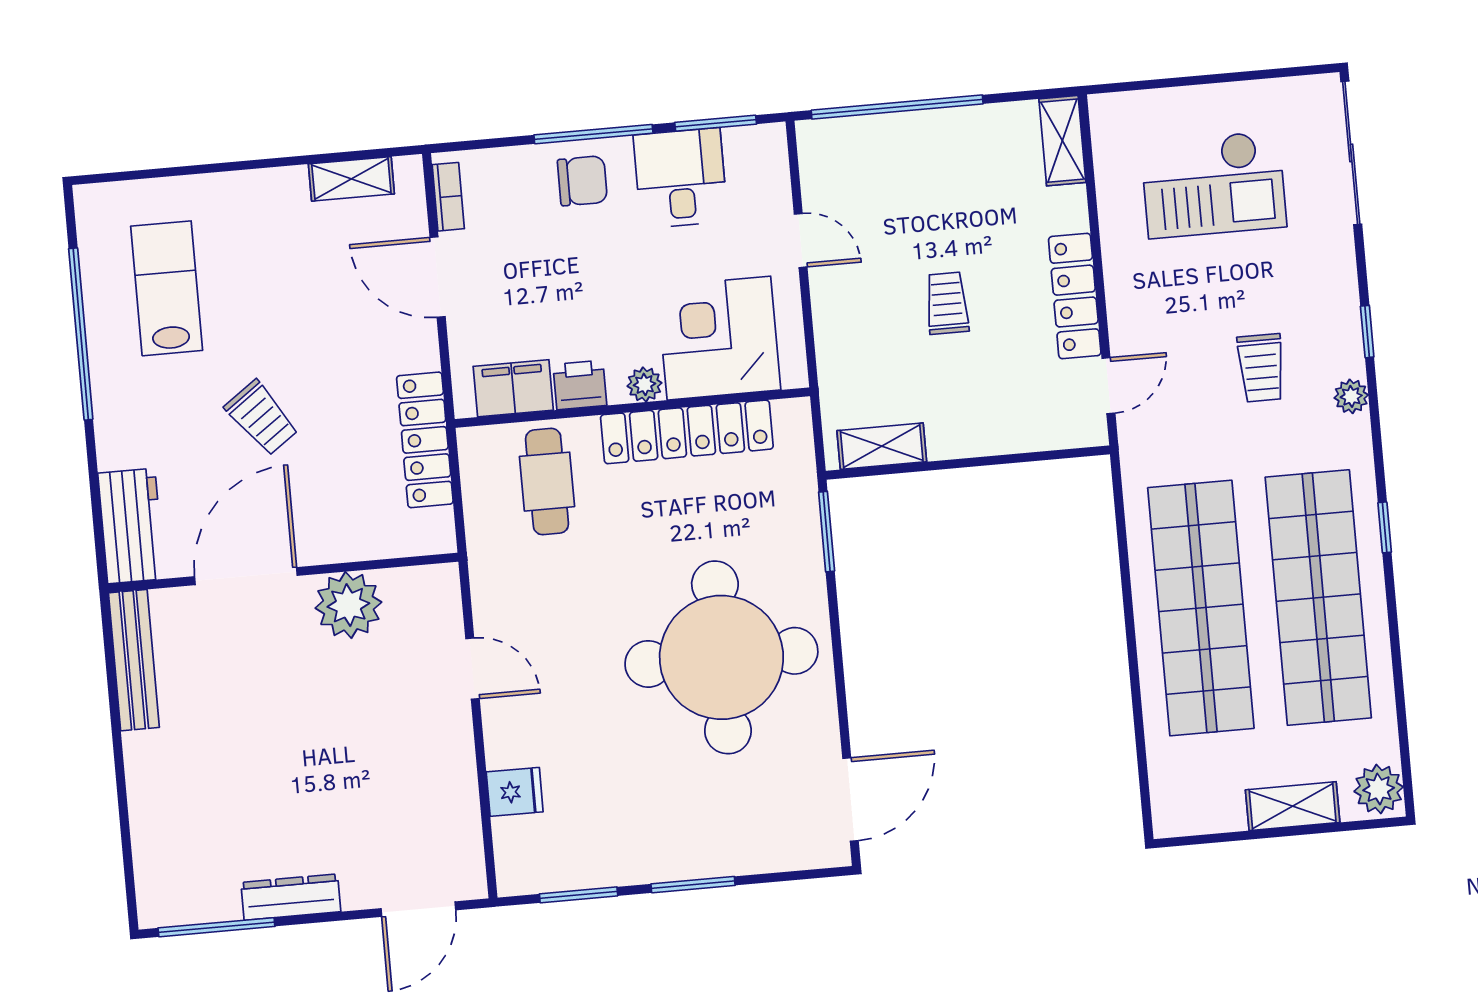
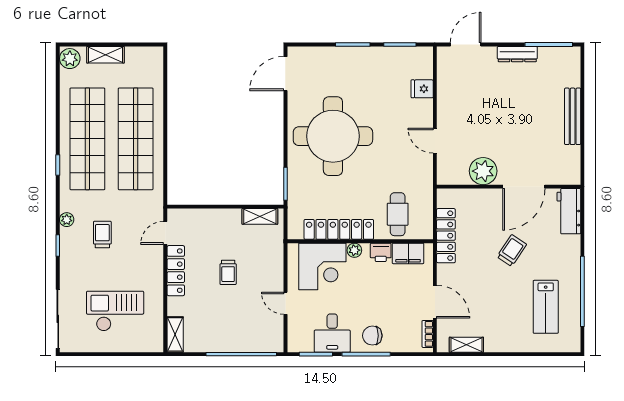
trolley: (262, 418) -> (512, 251), turned 70
bench: (134, 660) -> (573, 116), moved

